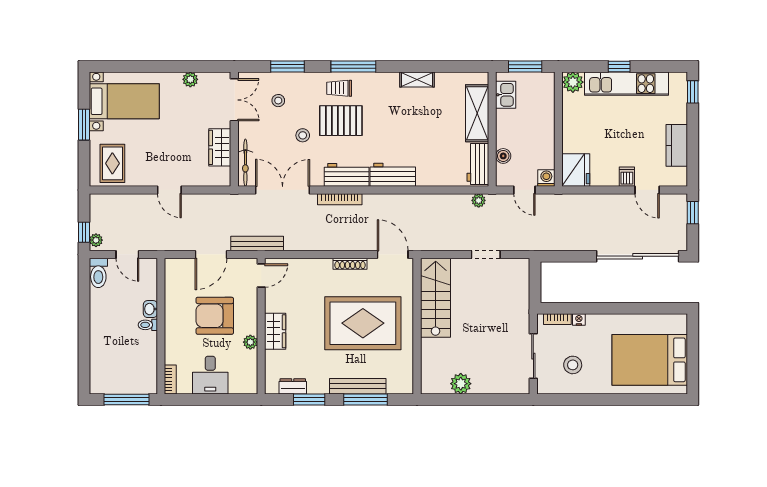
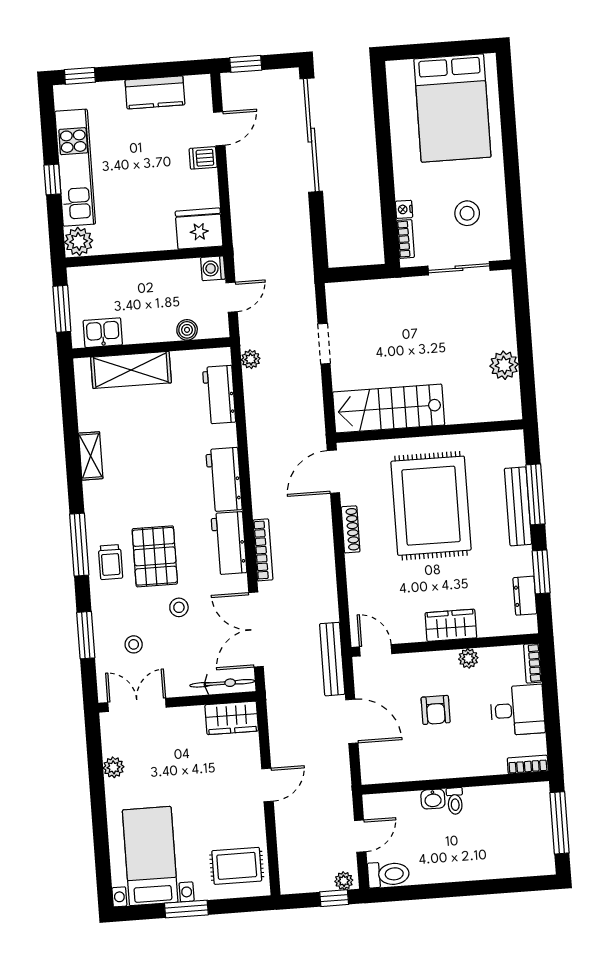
wardrobe: (220, 147) -> (232, 718), moved
workbench: (478, 164) -> (219, 395), moved, turned 90
armchair: (215, 316) -> (436, 710), width x0.53, depth x0.53
bookcase: (243, 388) -> (533, 663), added

